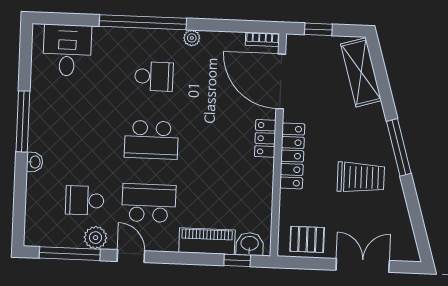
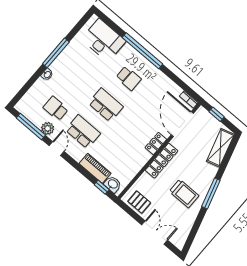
plant: (192, 38) -> (158, 74), removed
desk: (67, 50) -> (104, 40), width x1.37
school desk: (151, 140) -> (106, 105), turned 180

